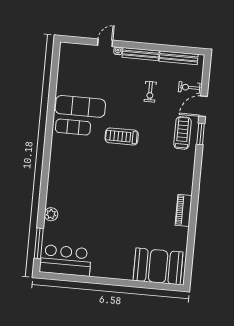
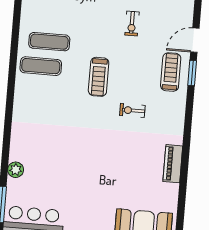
exercise bike: (189, 87) -> (132, 110), moved
exercise mat: (80, 106) -> (49, 42), width x0.73, depth x0.69
treadmill: (122, 136) -> (99, 77), turned -90

